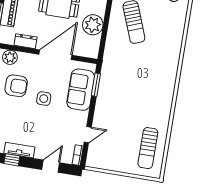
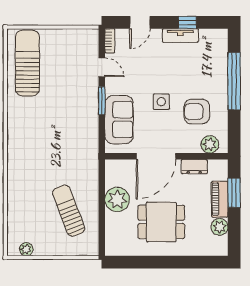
window: (96, 85) -> (102, 101), moved
door: (88, 135) -> (102, 67), swing flipped
sun lounger: (148, 148) -> (27, 63), width x1.36, depth x1.34

